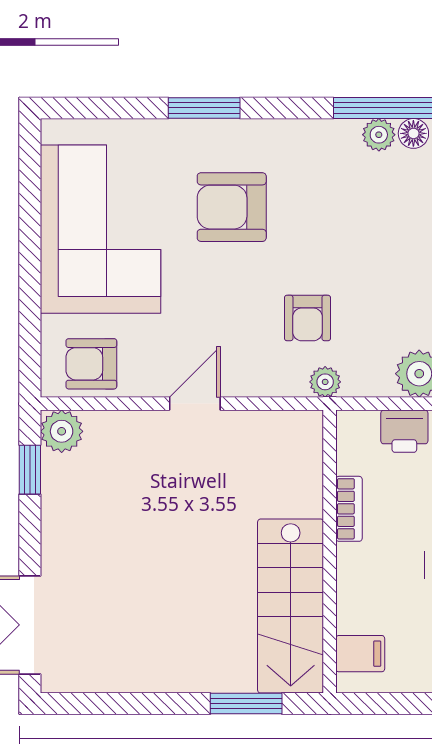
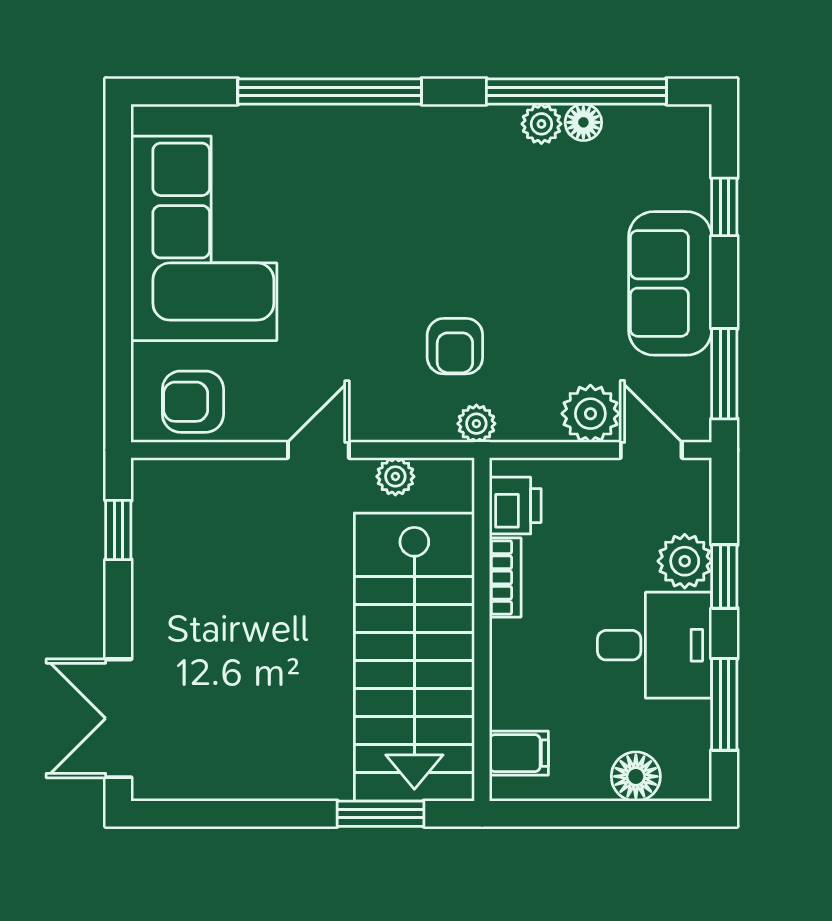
window: (204, 108) -> (330, 91), width x2.11
armchair: (232, 207) -> (363, 212), removed
plant: (62, 431) -> (395, 476), moved, width x0.73, depth x0.73
printer: (404, 431) -> (515, 506), moved, turned -90
stairs: (291, 606) -> (414, 657), width x1.36, depth x1.51

